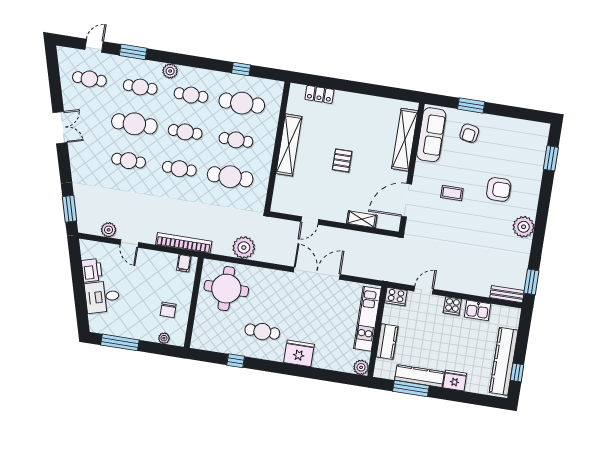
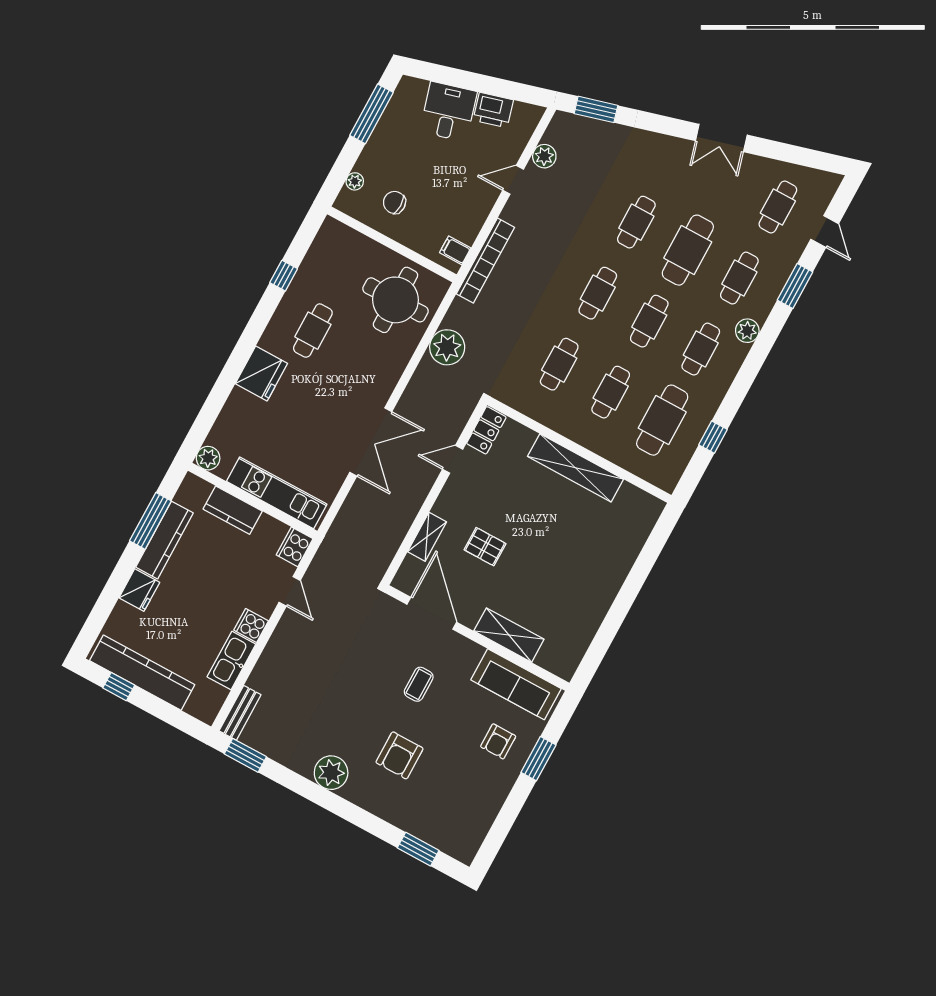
locker: (319, 94) -> (486, 430), moved, turned 180
armchair: (469, 133) -> (498, 741), turned -100
shelving: (405, 140) -> (509, 635), width x0.68
pallet: (342, 160) -> (485, 547), moved
cafe table: (230, 177) -> (559, 364), width x0.73, depth x0.74
door: (310, 220) -> (453, 459), hinge flipped
kitchen sink: (477, 310) -> (231, 661), width x1.38

